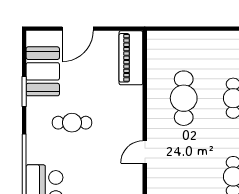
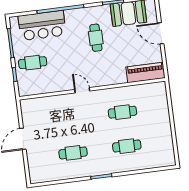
cafe table: (184, 98) -> (122, 112), width x0.73, depth x0.74

